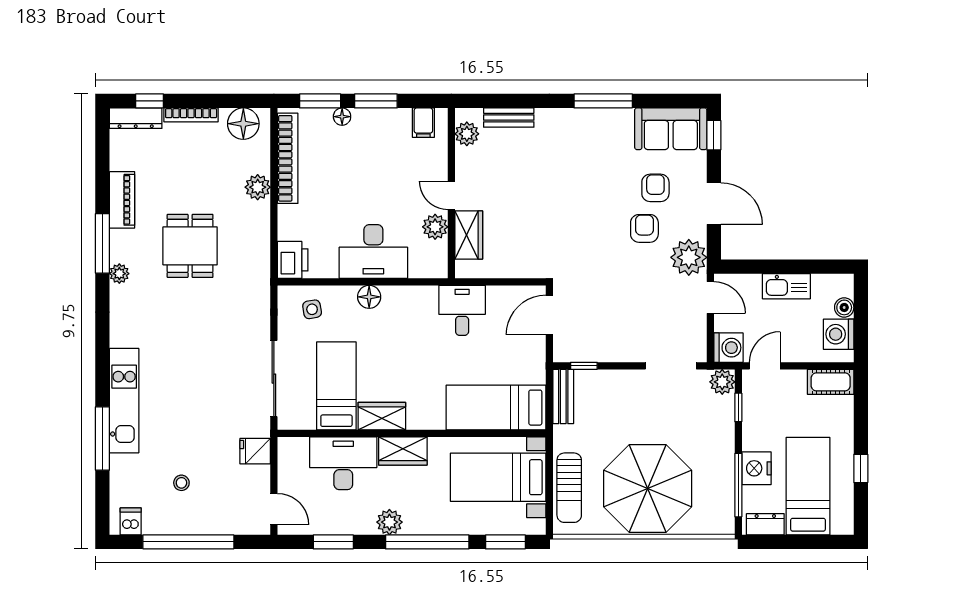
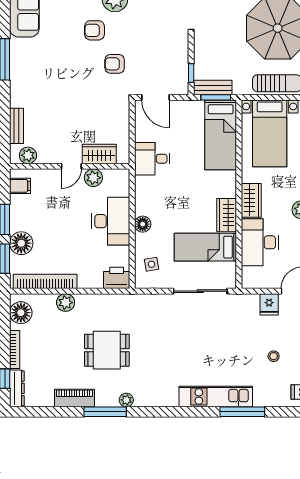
floor lamp: (342, 117) -> (21, 243), width x1.89, depth x1.89
armchair: (655, 188) -> (115, 64), moved
window: (549, 401) -> (216, 97), added
fridge: (255, 451) -> (269, 304), moved

